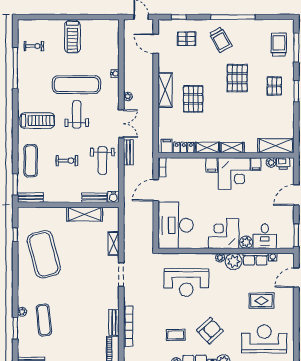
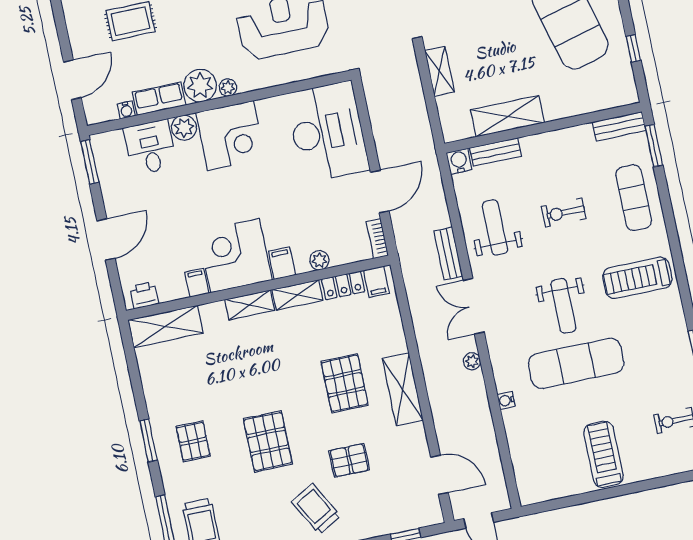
pallet: (187, 39) -> (349, 460), moved
plant: (271, 162) -> (319, 260), moved

